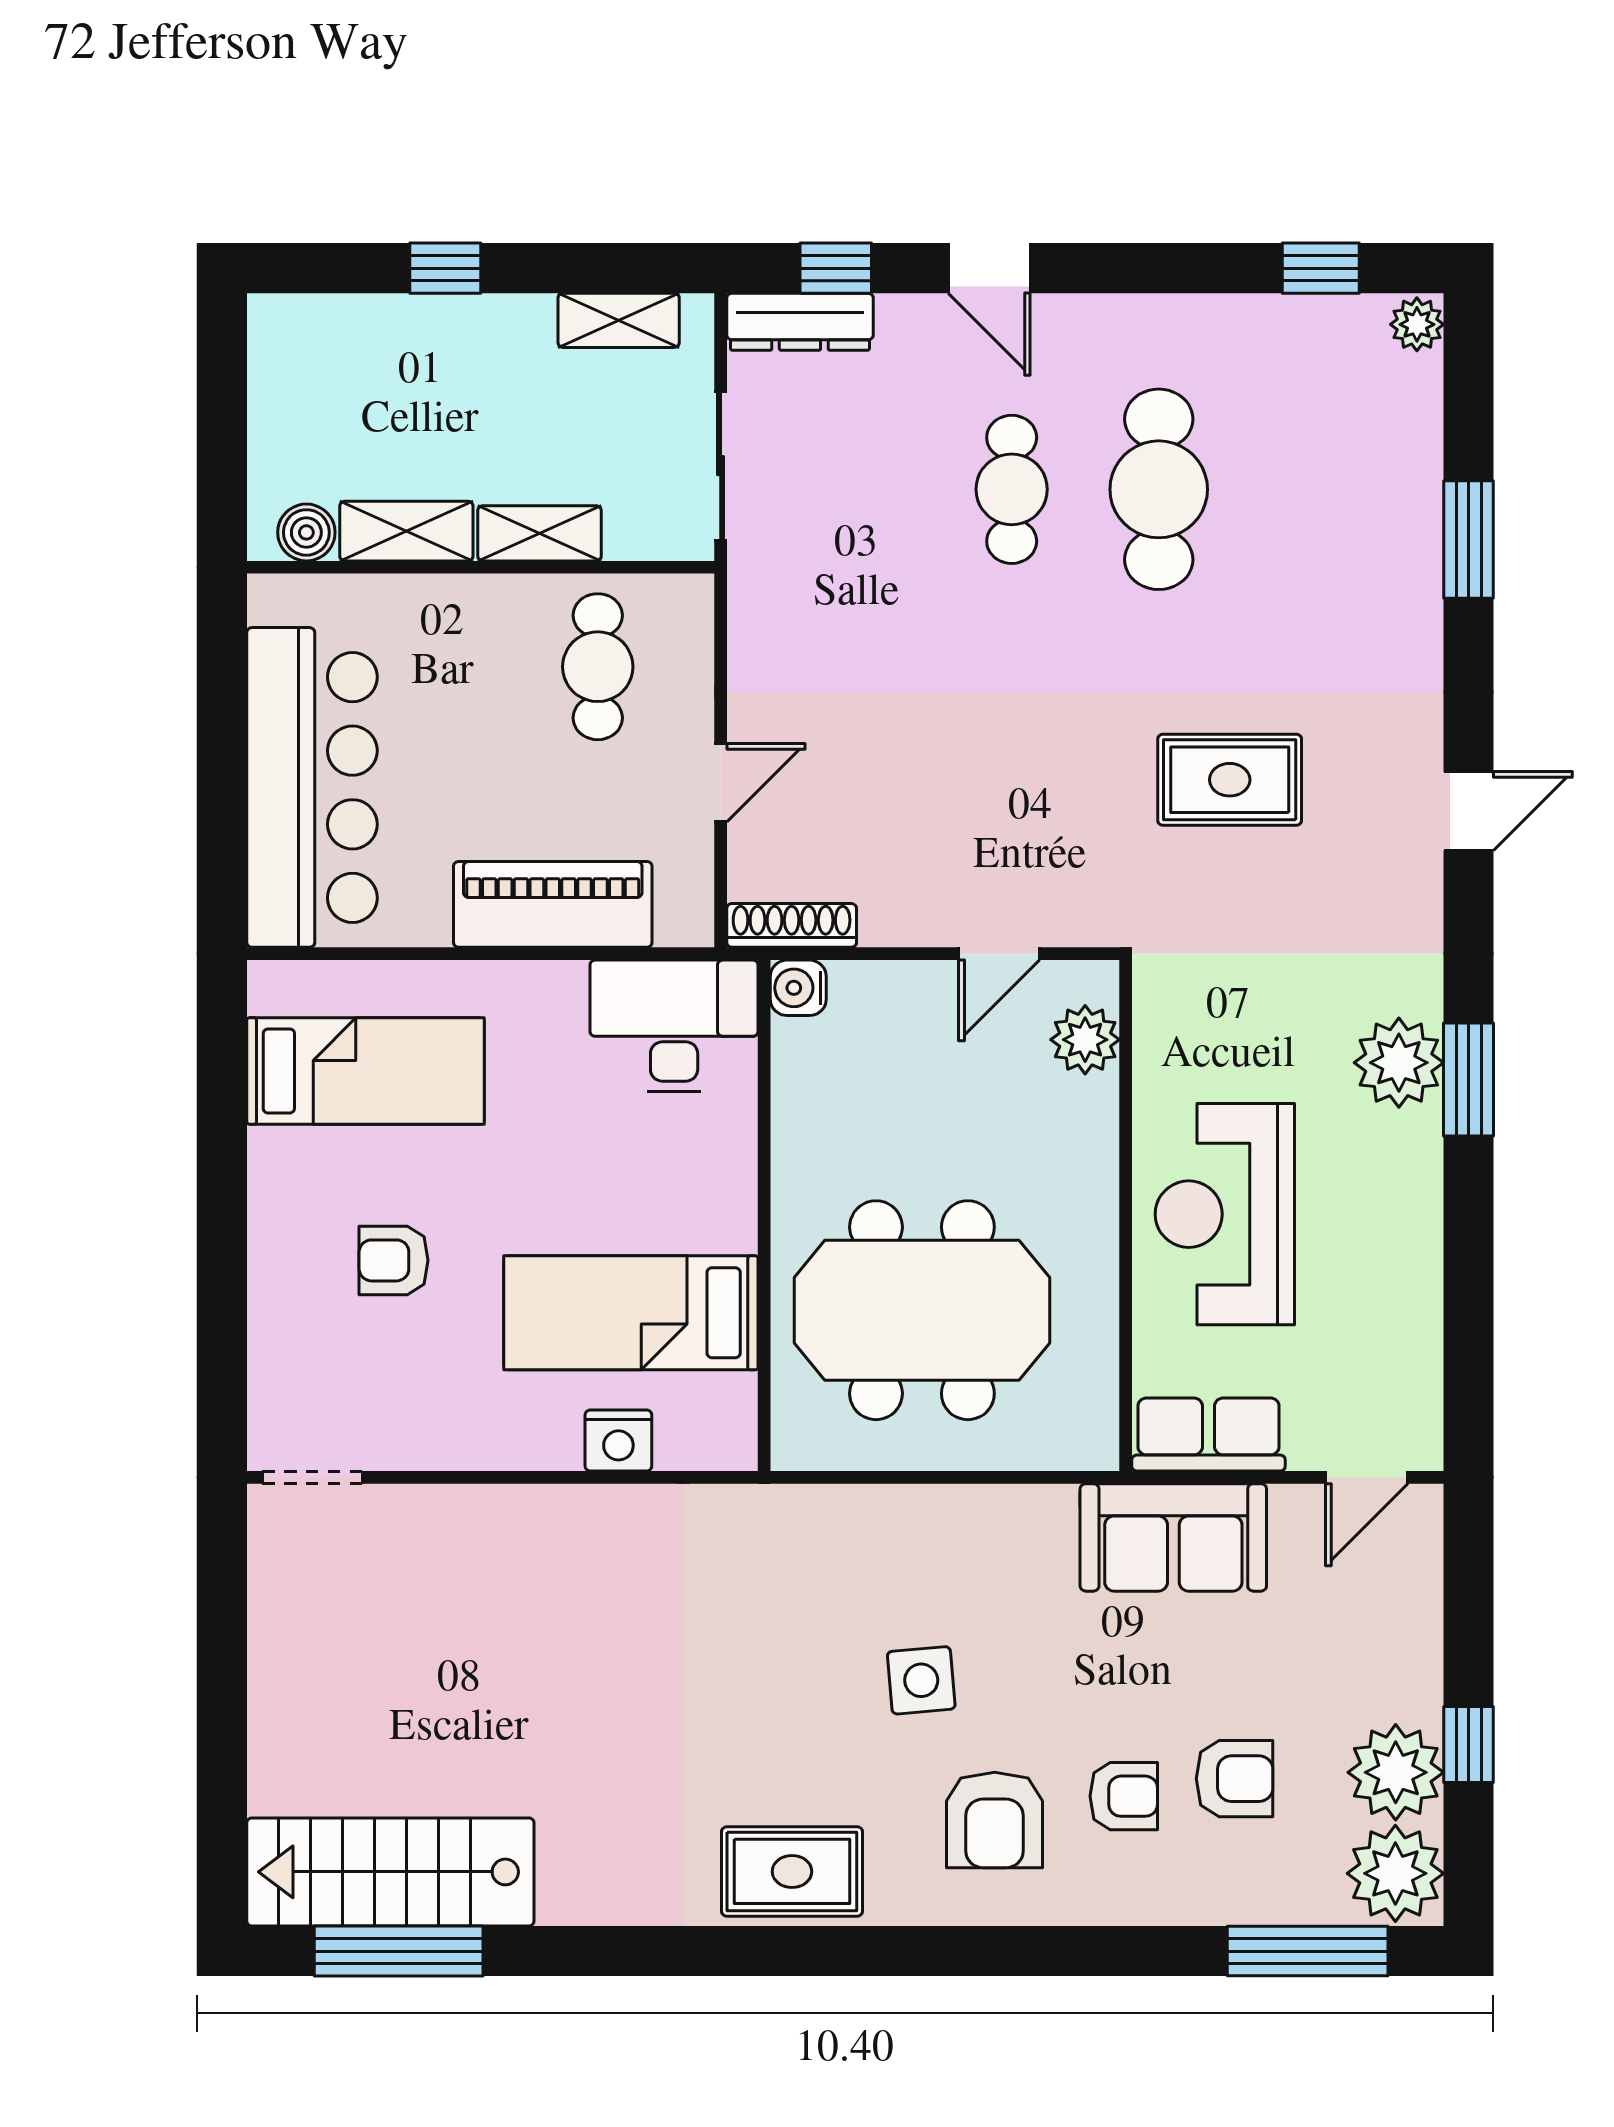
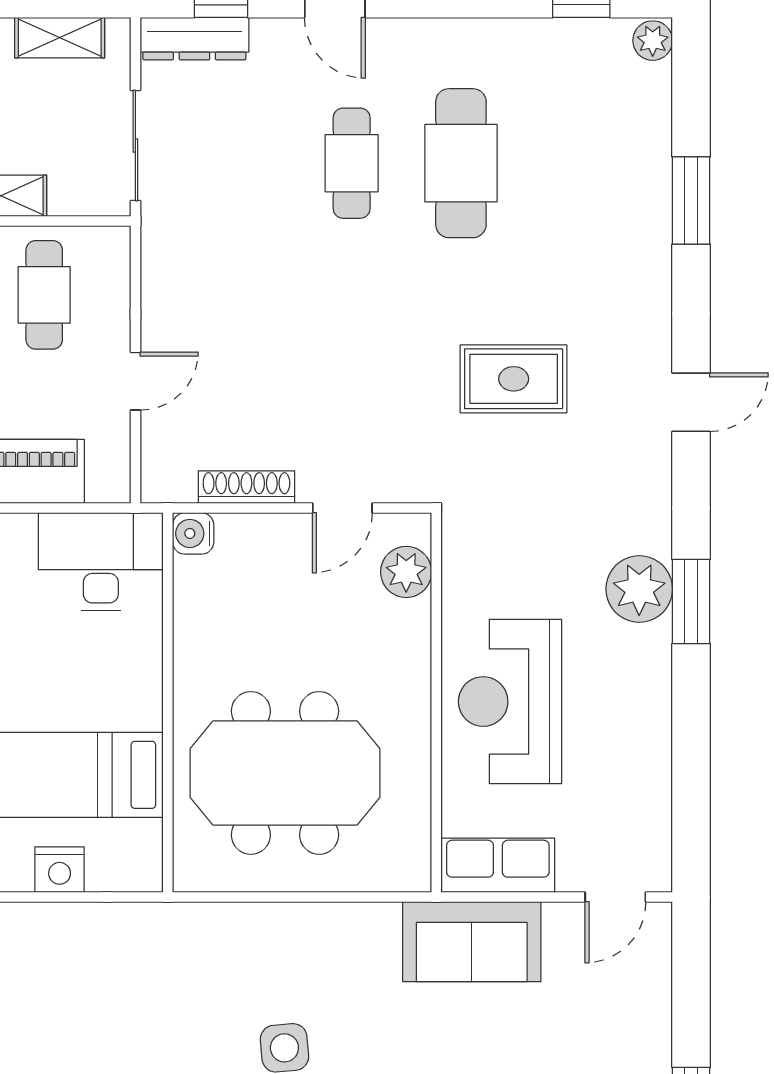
shoe rack: (792, 925) -> (246, 487), moved

